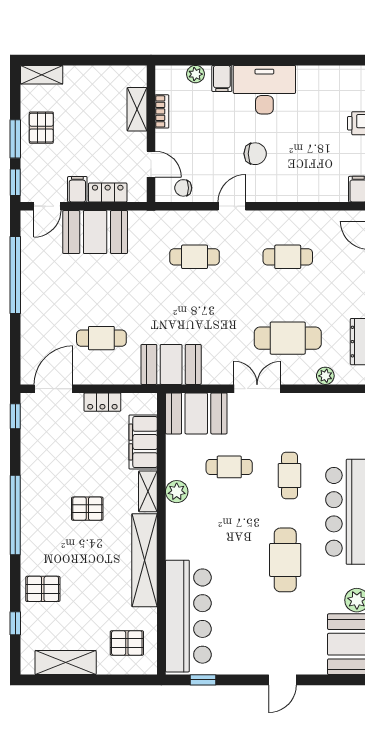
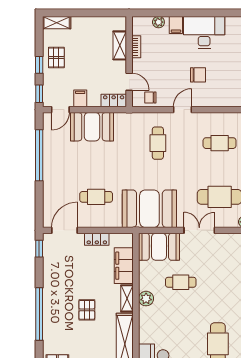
window: (15, 139) -> (39, 65), width x0.67
locker: (108, 192) -> (114, 100), moved
cafe table: (195, 257) -> (158, 143), turned 90
booth: (171, 364) -> (149, 209), width x1.36, depth x1.42
cafe table: (290, 475) -> (221, 288), removed
pallet: (87, 509) -> (87, 310), turned 90

